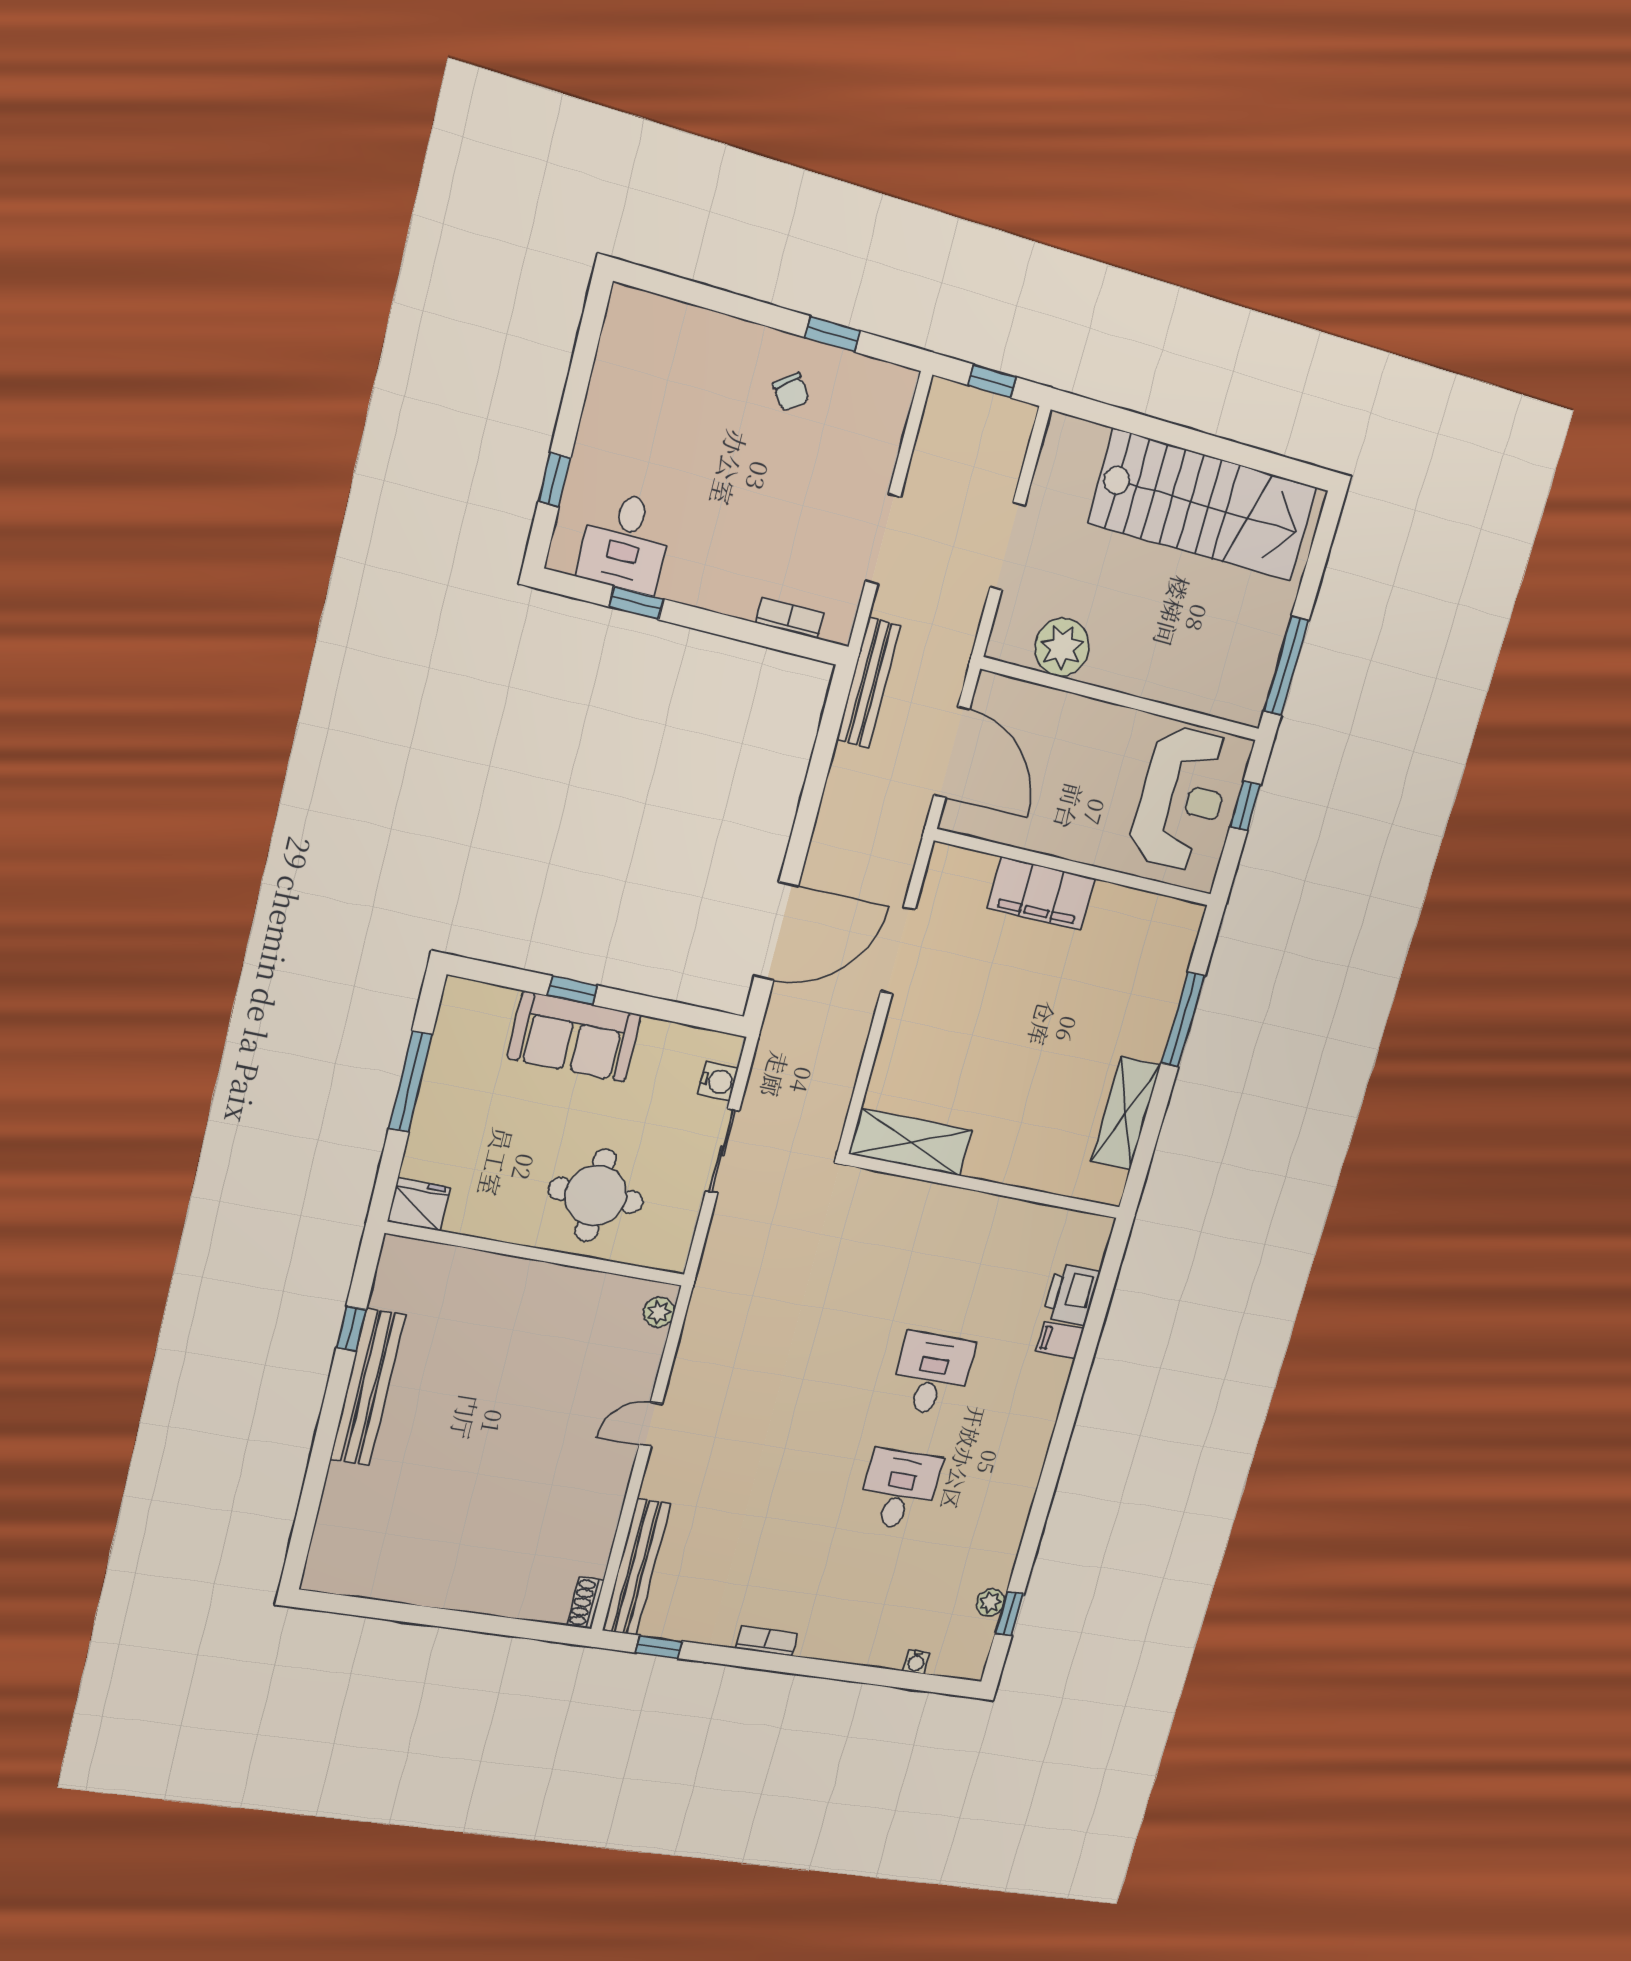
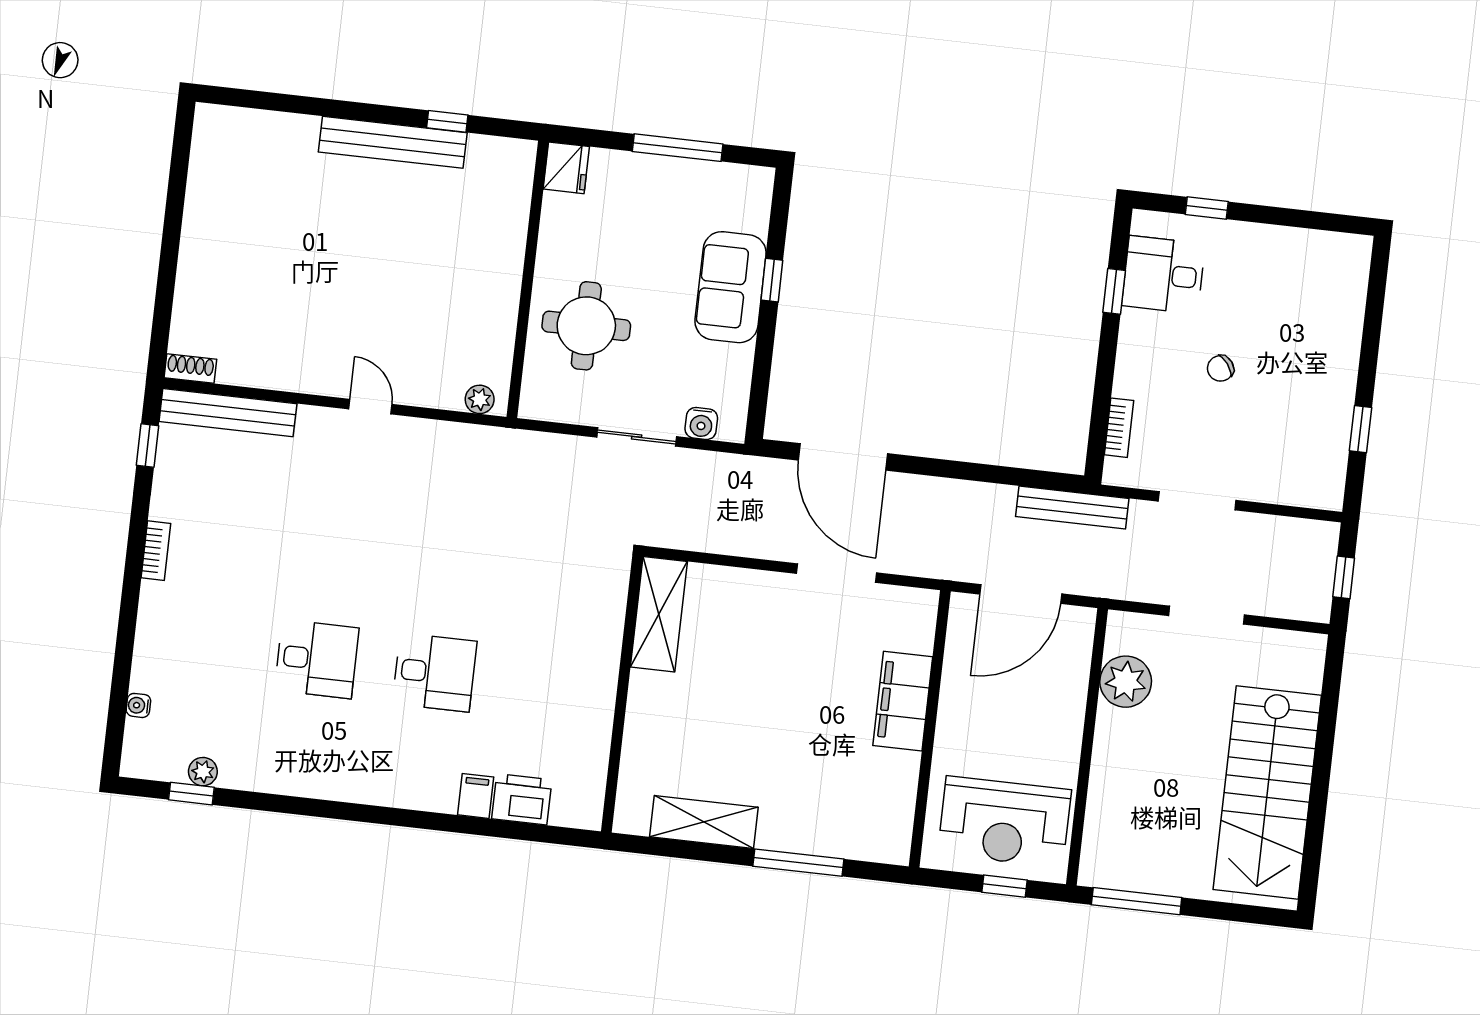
chair: (791, 392) -> (1220, 368), moved

